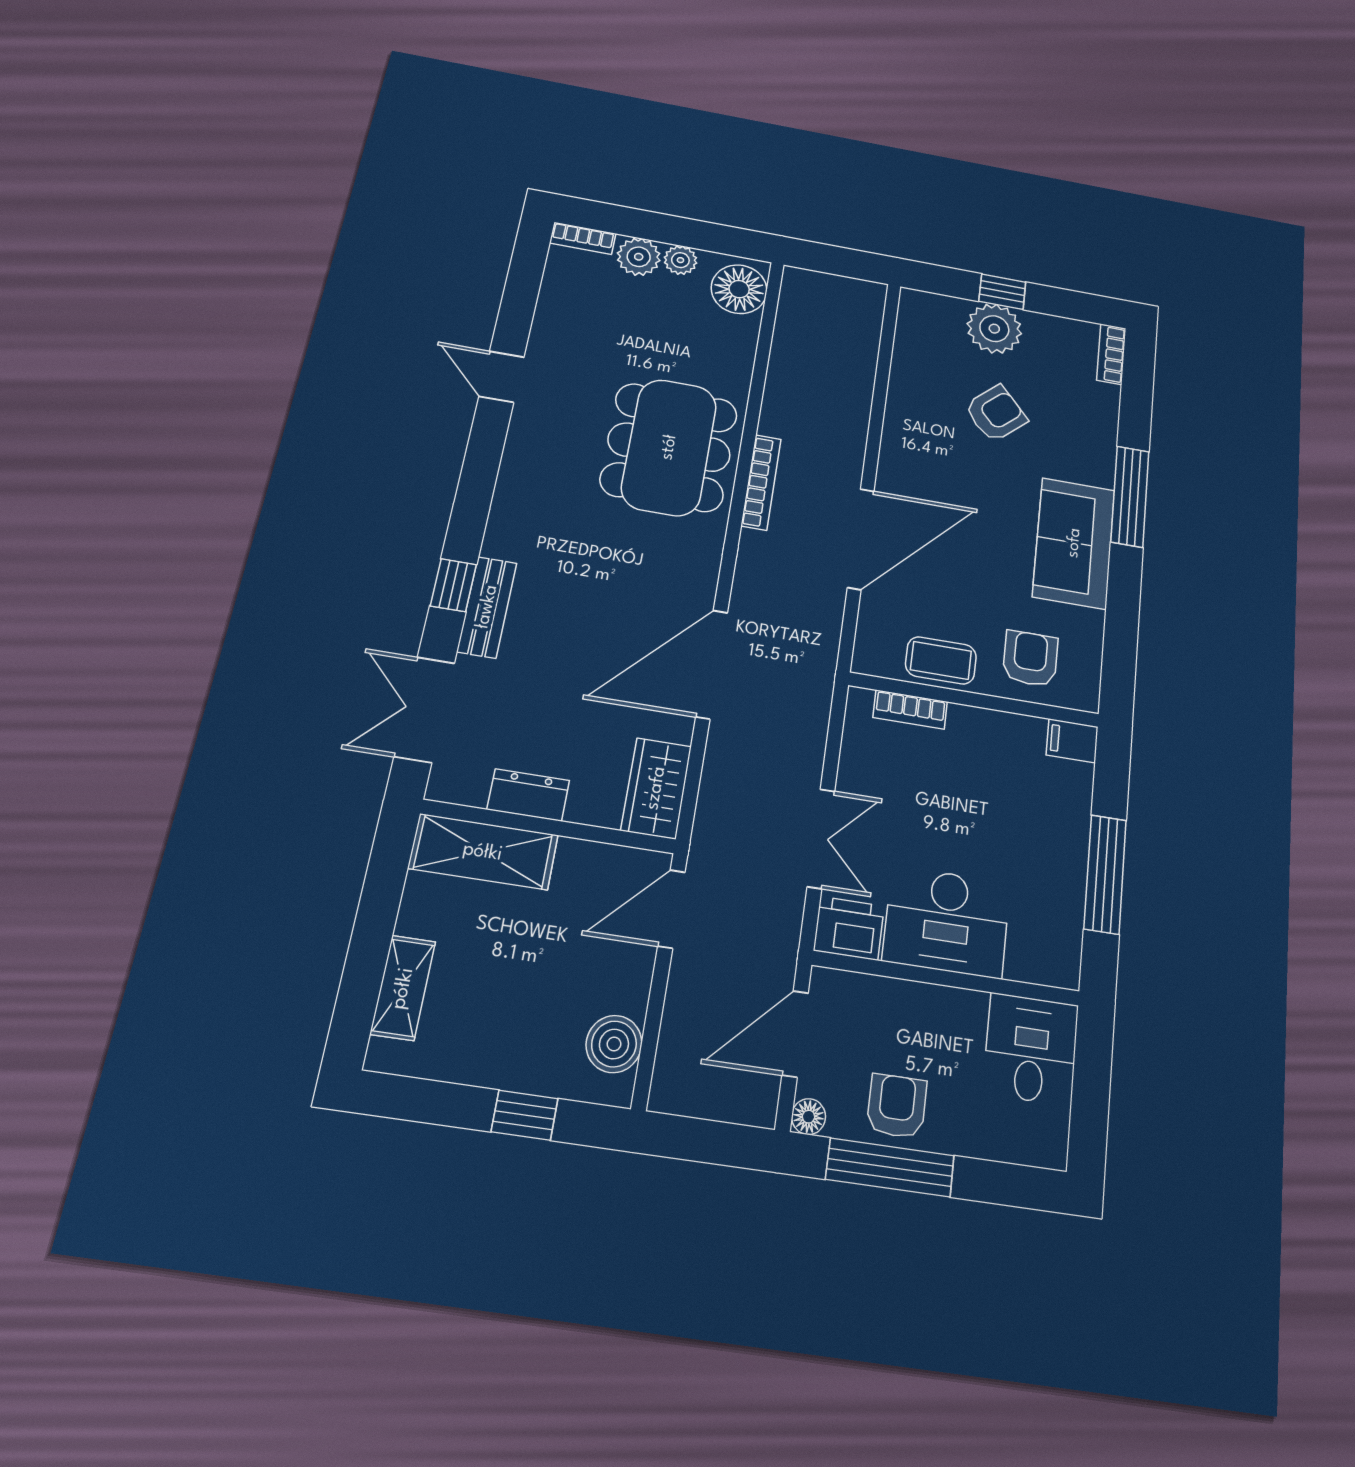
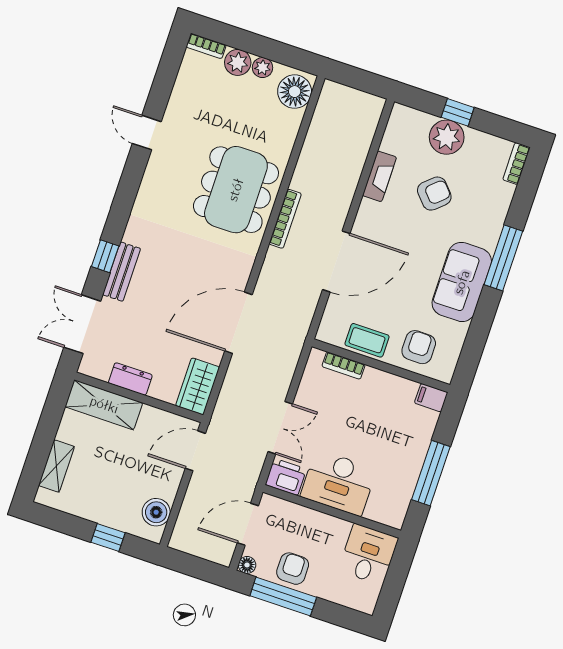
fireplace: (902, 398) -> (379, 176), added

